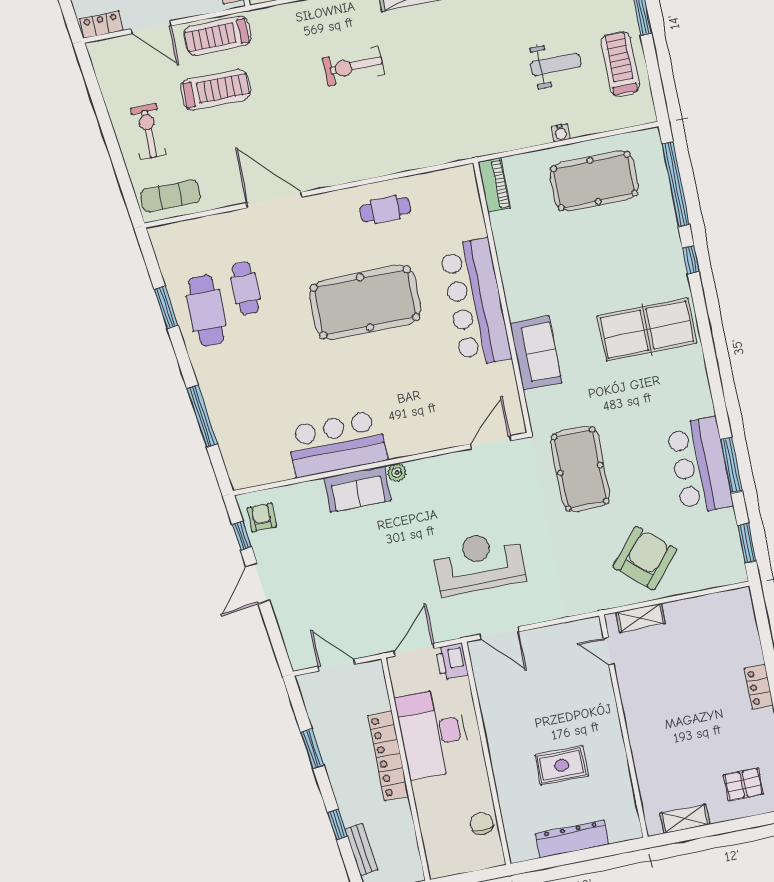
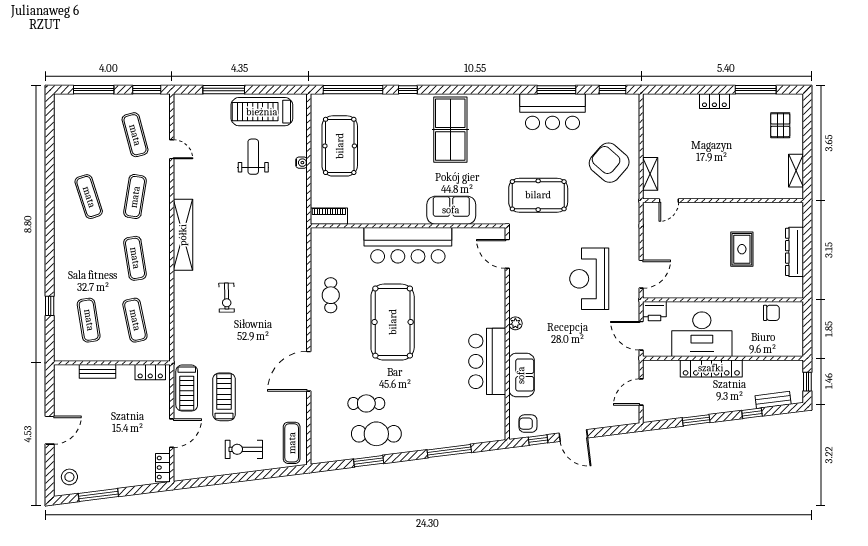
treadmill: (620, 64) -> (262, 112), width x1.37, depth x1.38
exercise bike: (354, 66) -> (227, 298), width x0.73, depth x0.72
sofa: (357, 489) -> (521, 375), moved
chair: (482, 824) -> (771, 313), turned 180

